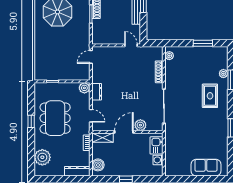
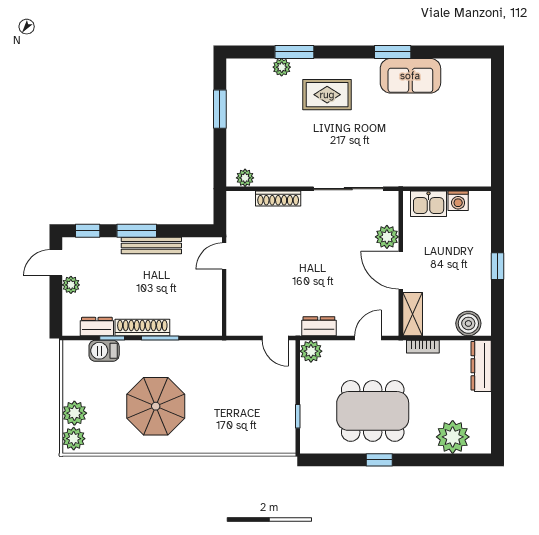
door: (91, 57) -> (275, 338), moved
sofa: (206, 168) -> (410, 76), moved, turned -90

